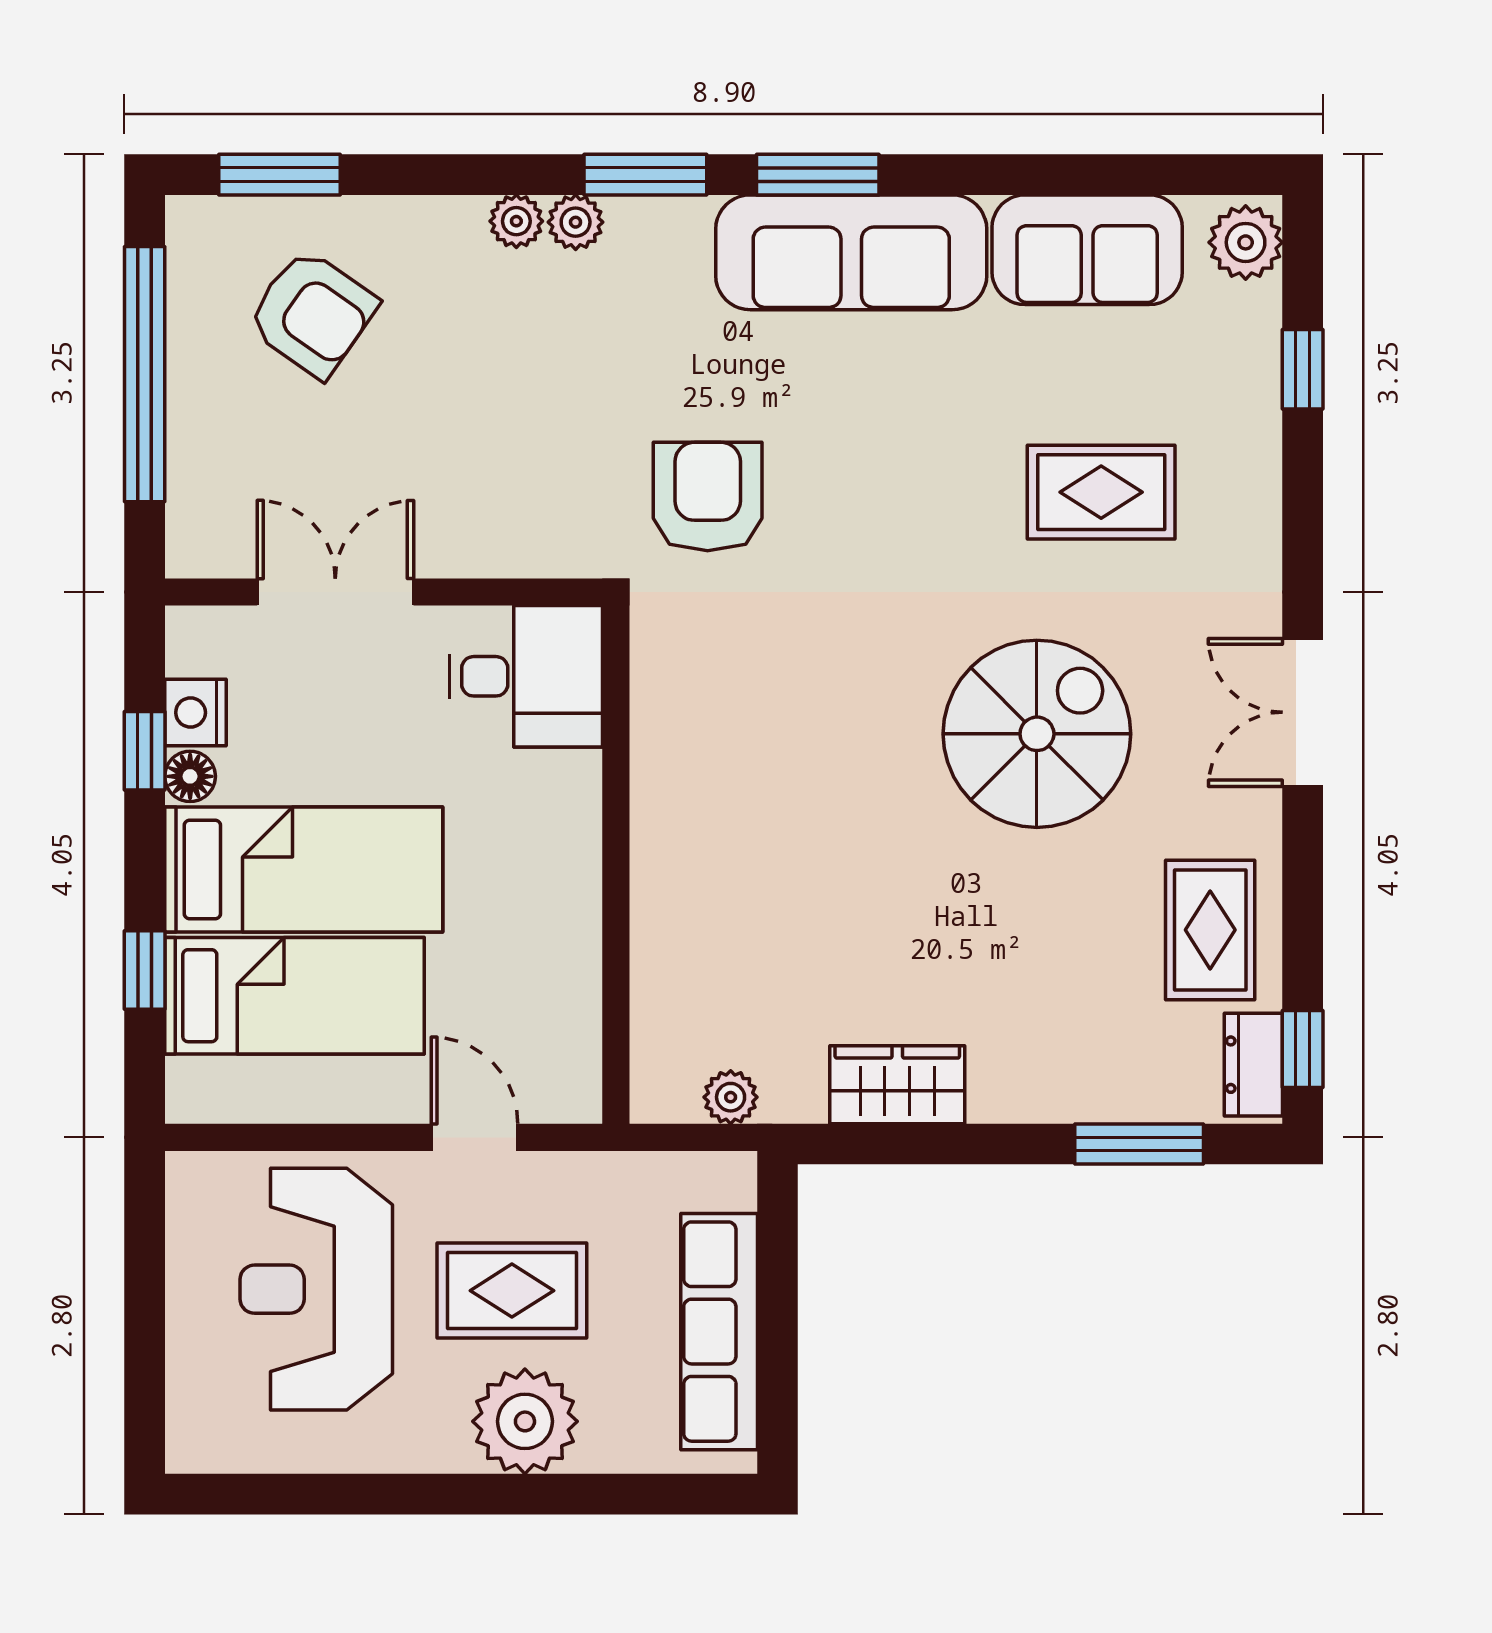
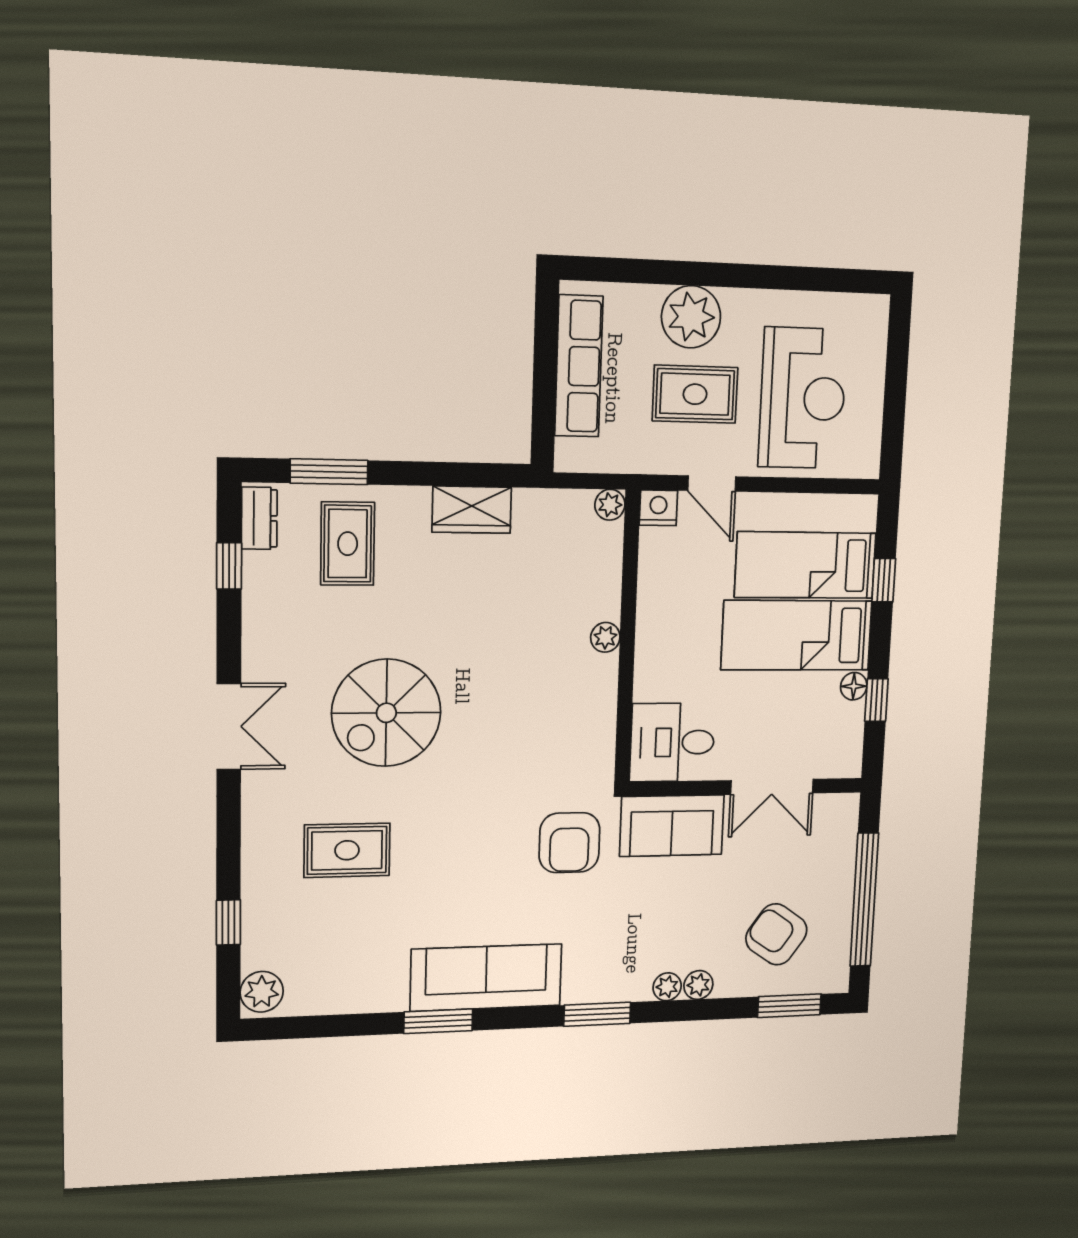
window: (818, 175) -> (438, 1021), moved
plant: (576, 222) -> (698, 985), moved
sofa: (1087, 250) -> (672, 826), moved, turned 180
nightstand: (195, 713) -> (658, 508), moved, turned -90
plant: (656, 865) -> (605, 637), added
rug: (1210, 930) -> (348, 544), moved
window: (1303, 1049) -> (229, 566), moved
plant: (731, 1097) -> (610, 505), moved

